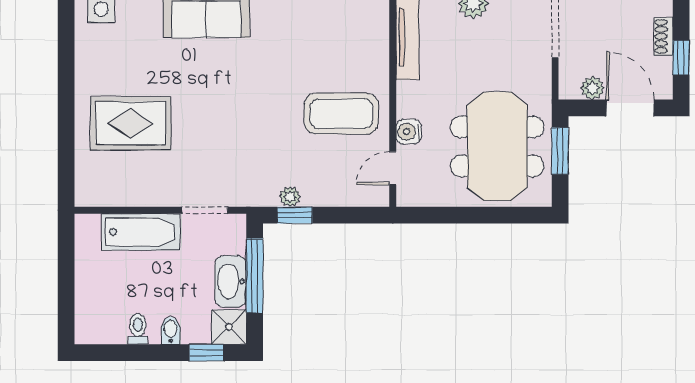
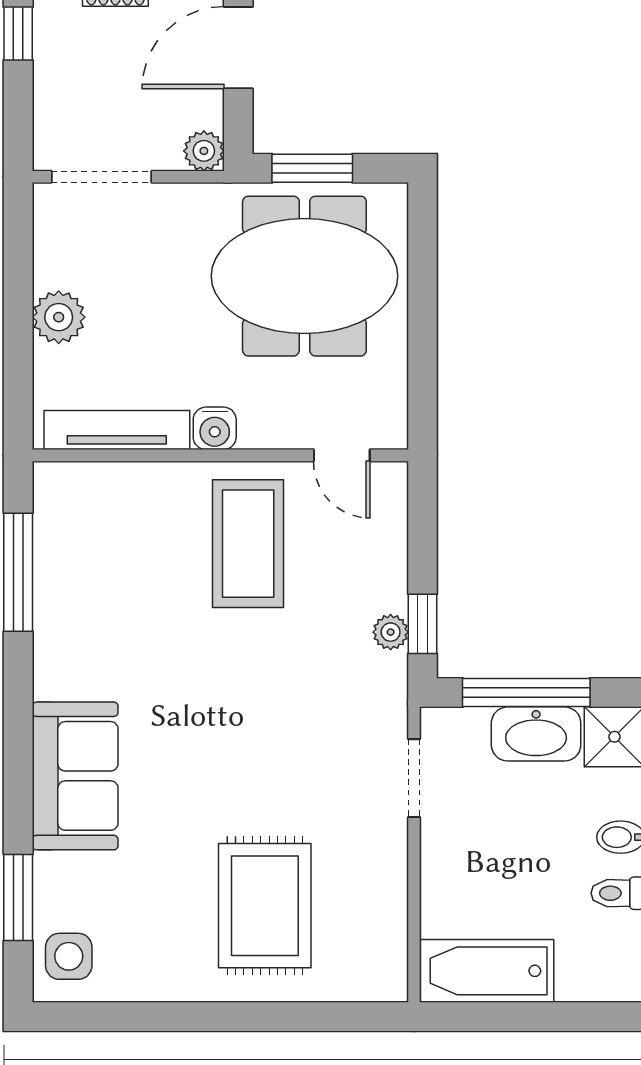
plant: (592, 88) -> (204, 151), moved
water cooler: (409, 132) -> (215, 428), moved
bathtub: (141, 232) -> (487, 971), moved, turned -90

